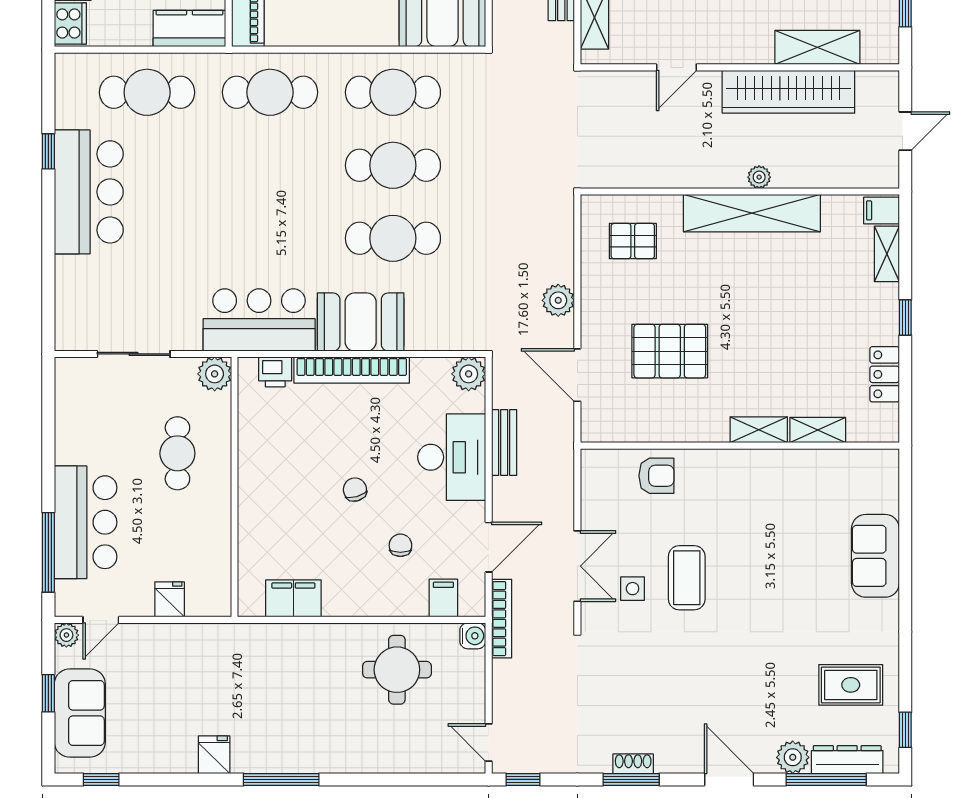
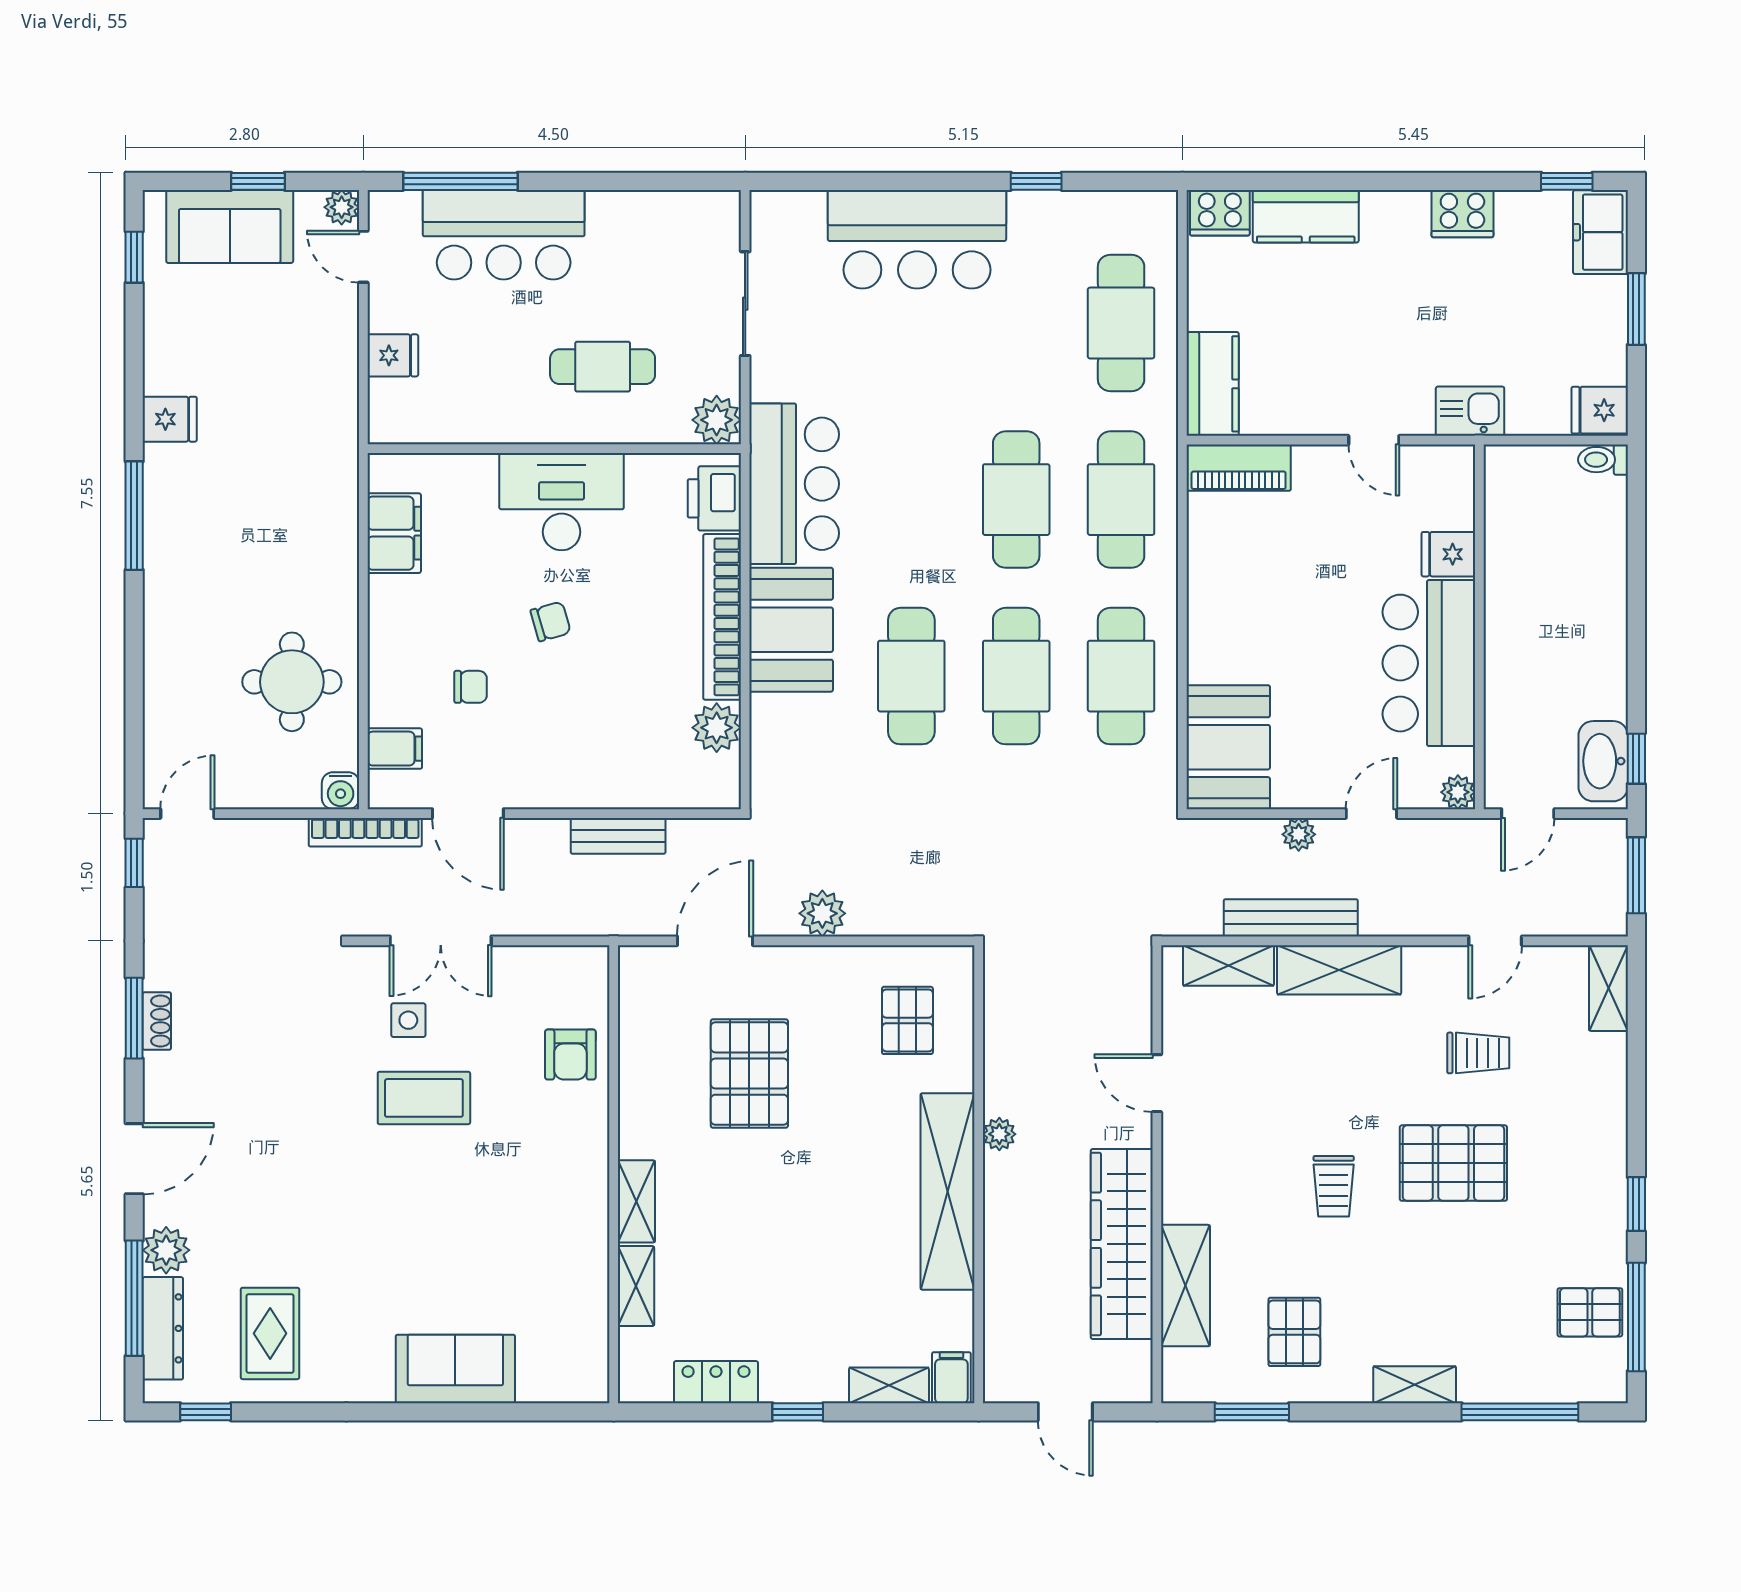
cafe table: (270, 165) -> (1016, 500), added
plant: (759, 177) -> (999, 1134), moved
bar counter: (89, 192) -> (917, 239), moved
printer: (275, 372) -> (714, 498), width x1.36, depth x1.24
plant: (469, 374) -> (717, 728), moved
desk: (452, 457) -> (562, 502), moved, turned 180

